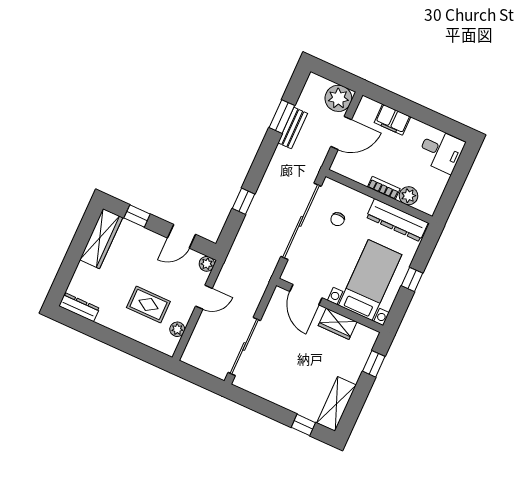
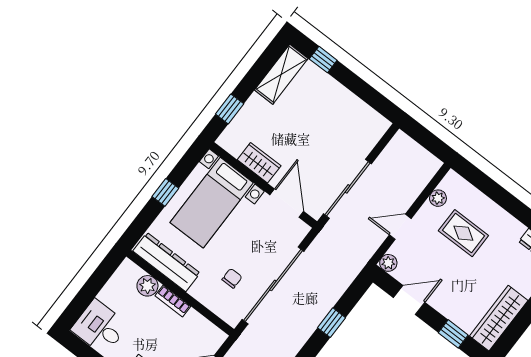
sliding door: (244, 346) -> (347, 189), moved

